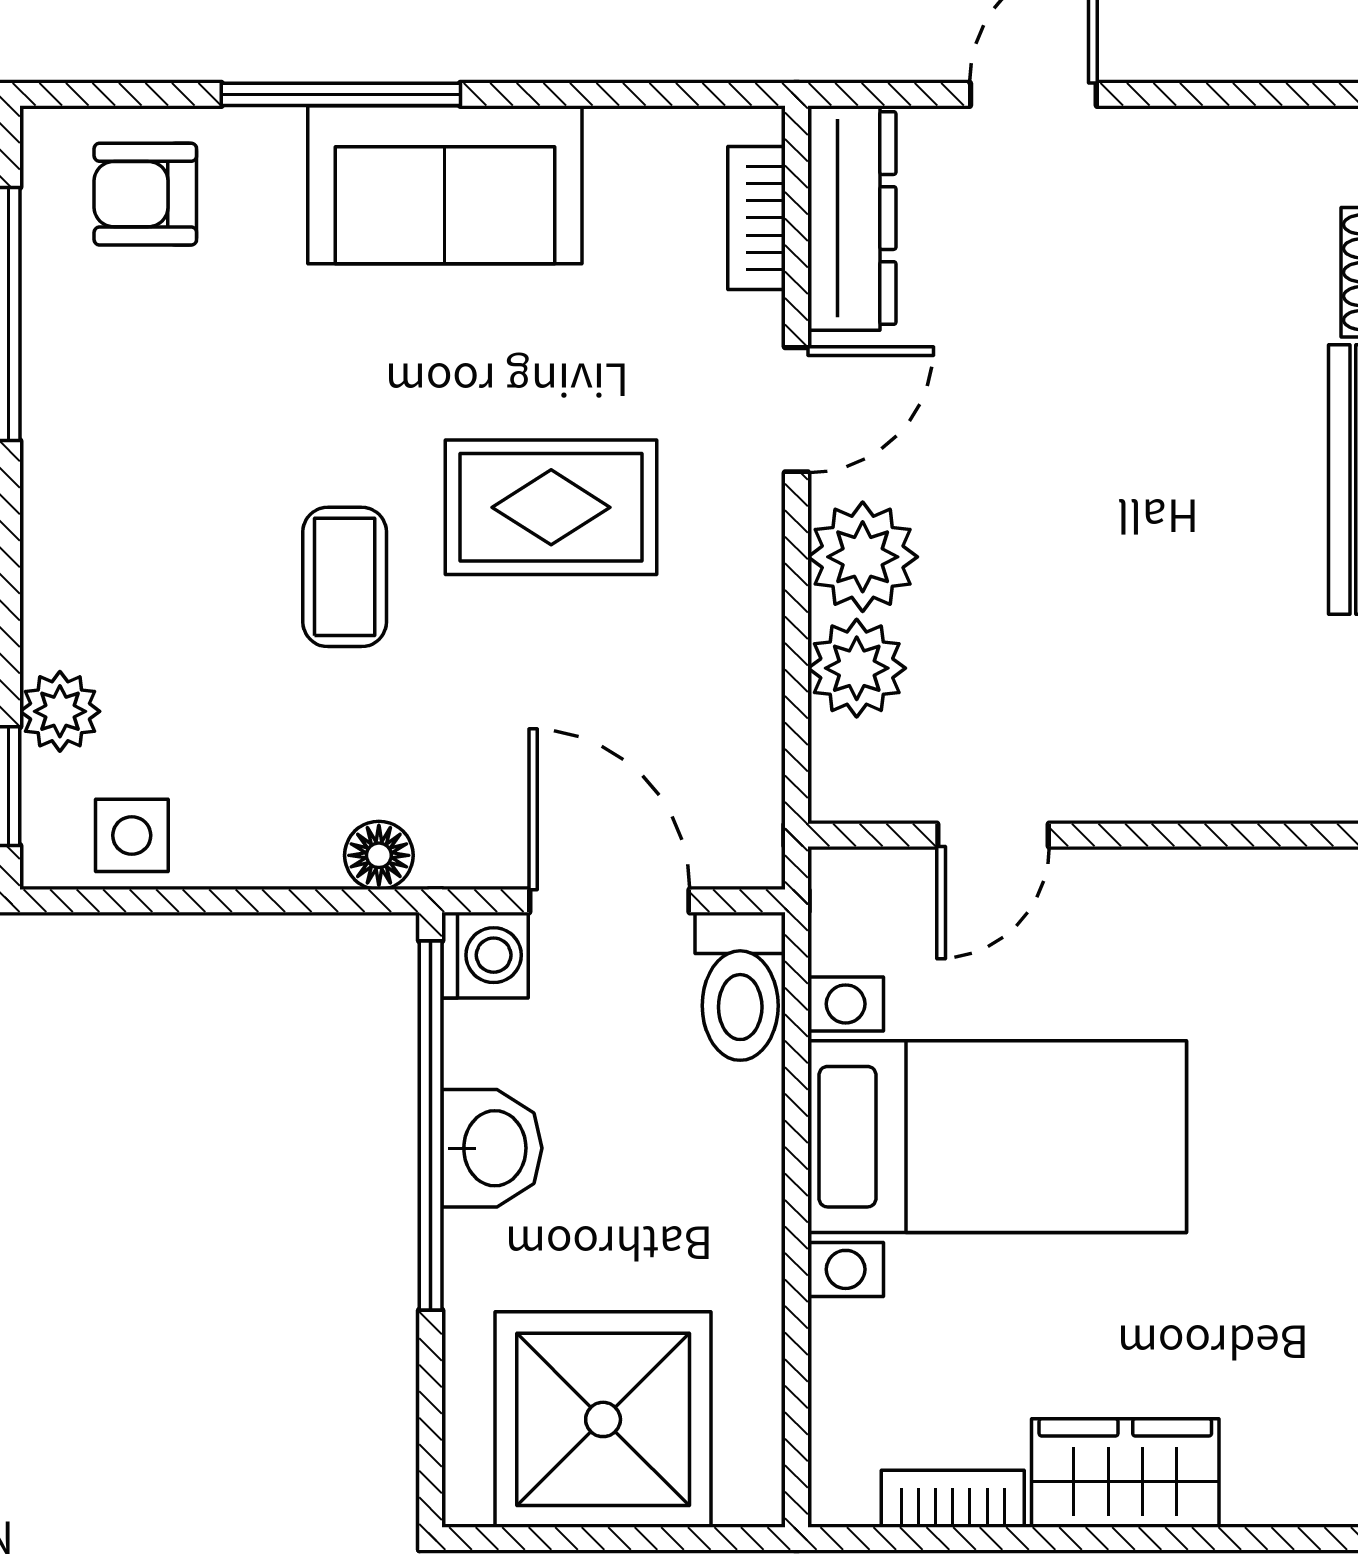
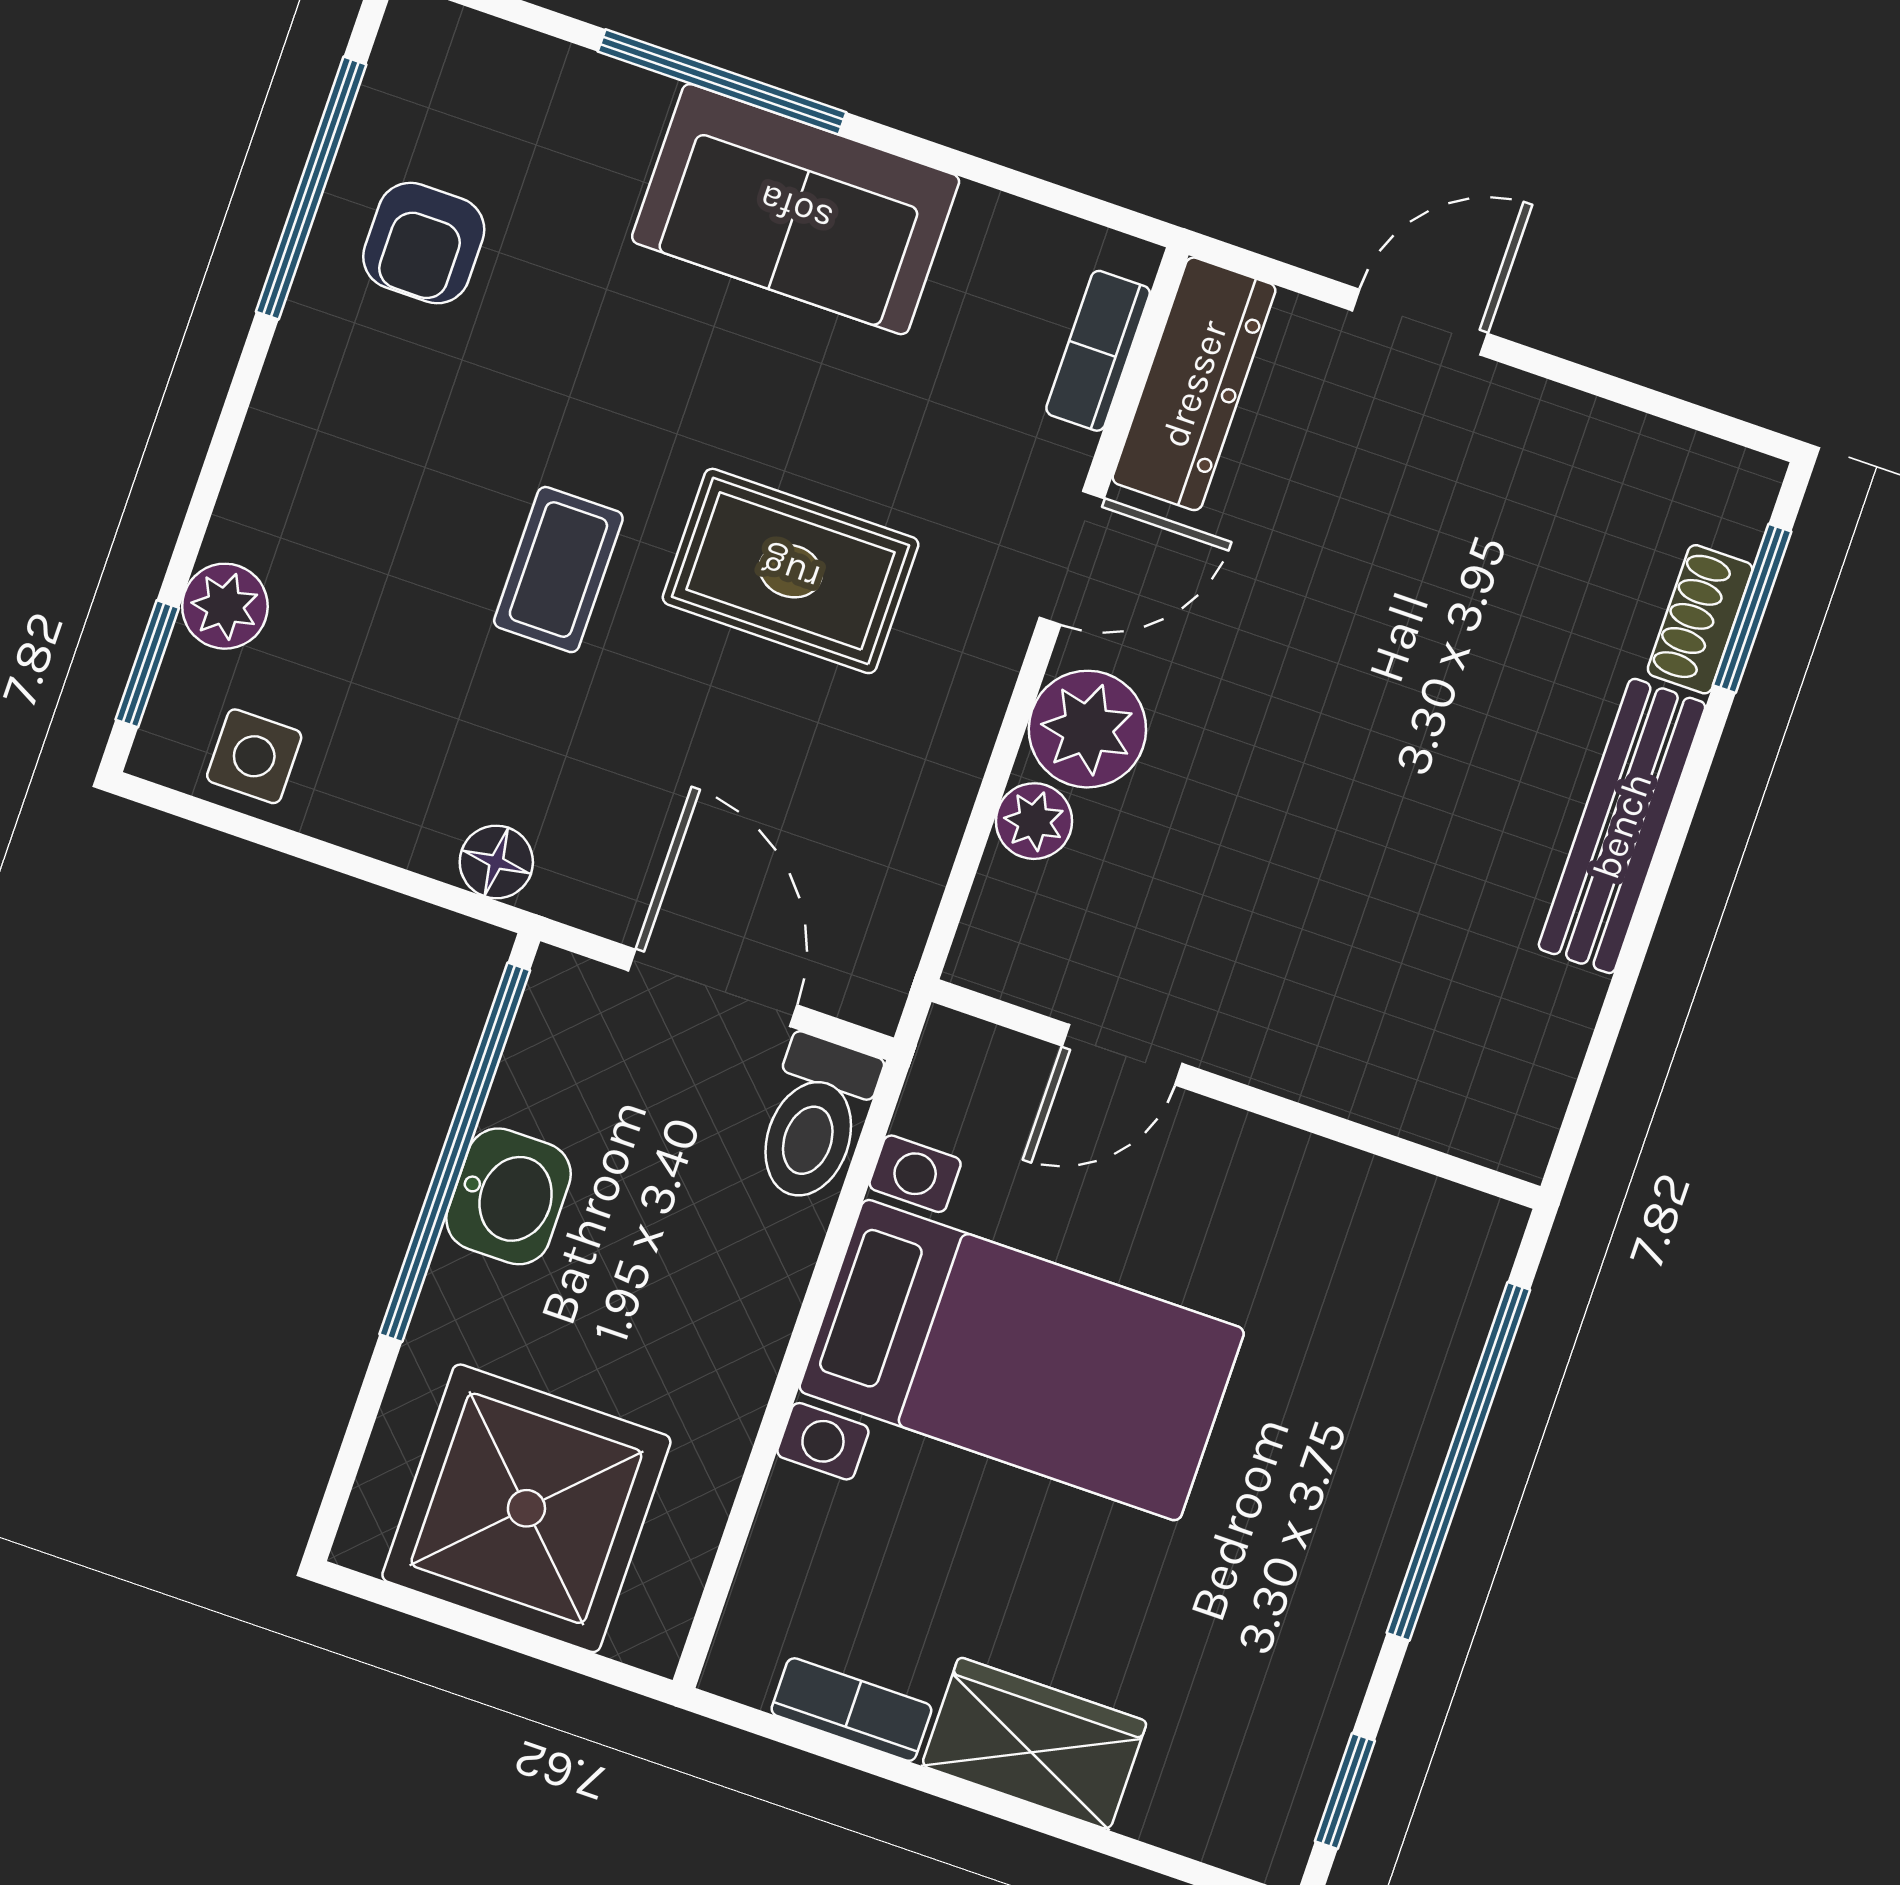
armchair: (145, 194) -> (424, 243), moved, turned -90
plant: (857, 668) -> (1034, 821), width x0.73, depth x0.73
washing machine: (485, 955) -> (569, 999), removed

